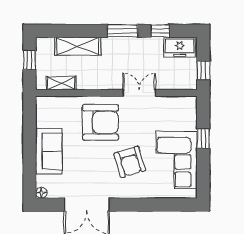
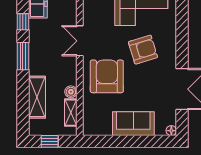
boiler: (84, 83) -> (71, 92), added

